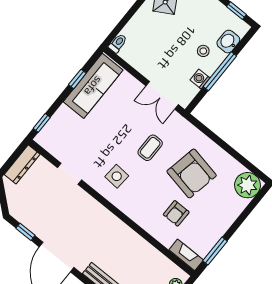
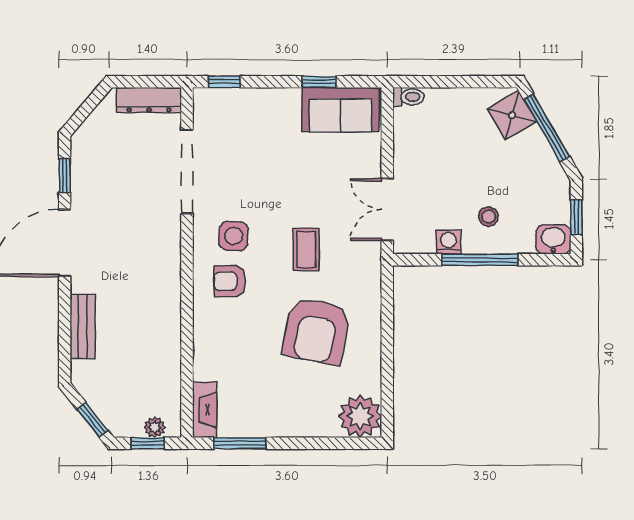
washbasin: (228, 42) -> (553, 239), moved
sofa: (93, 86) -> (340, 110), width x0.73
coffee table: (150, 148) -> (306, 250), turned 90
doorway: (69, 174) -> (187, 172), width x1.88
armchair: (176, 213) -> (230, 281), moved

